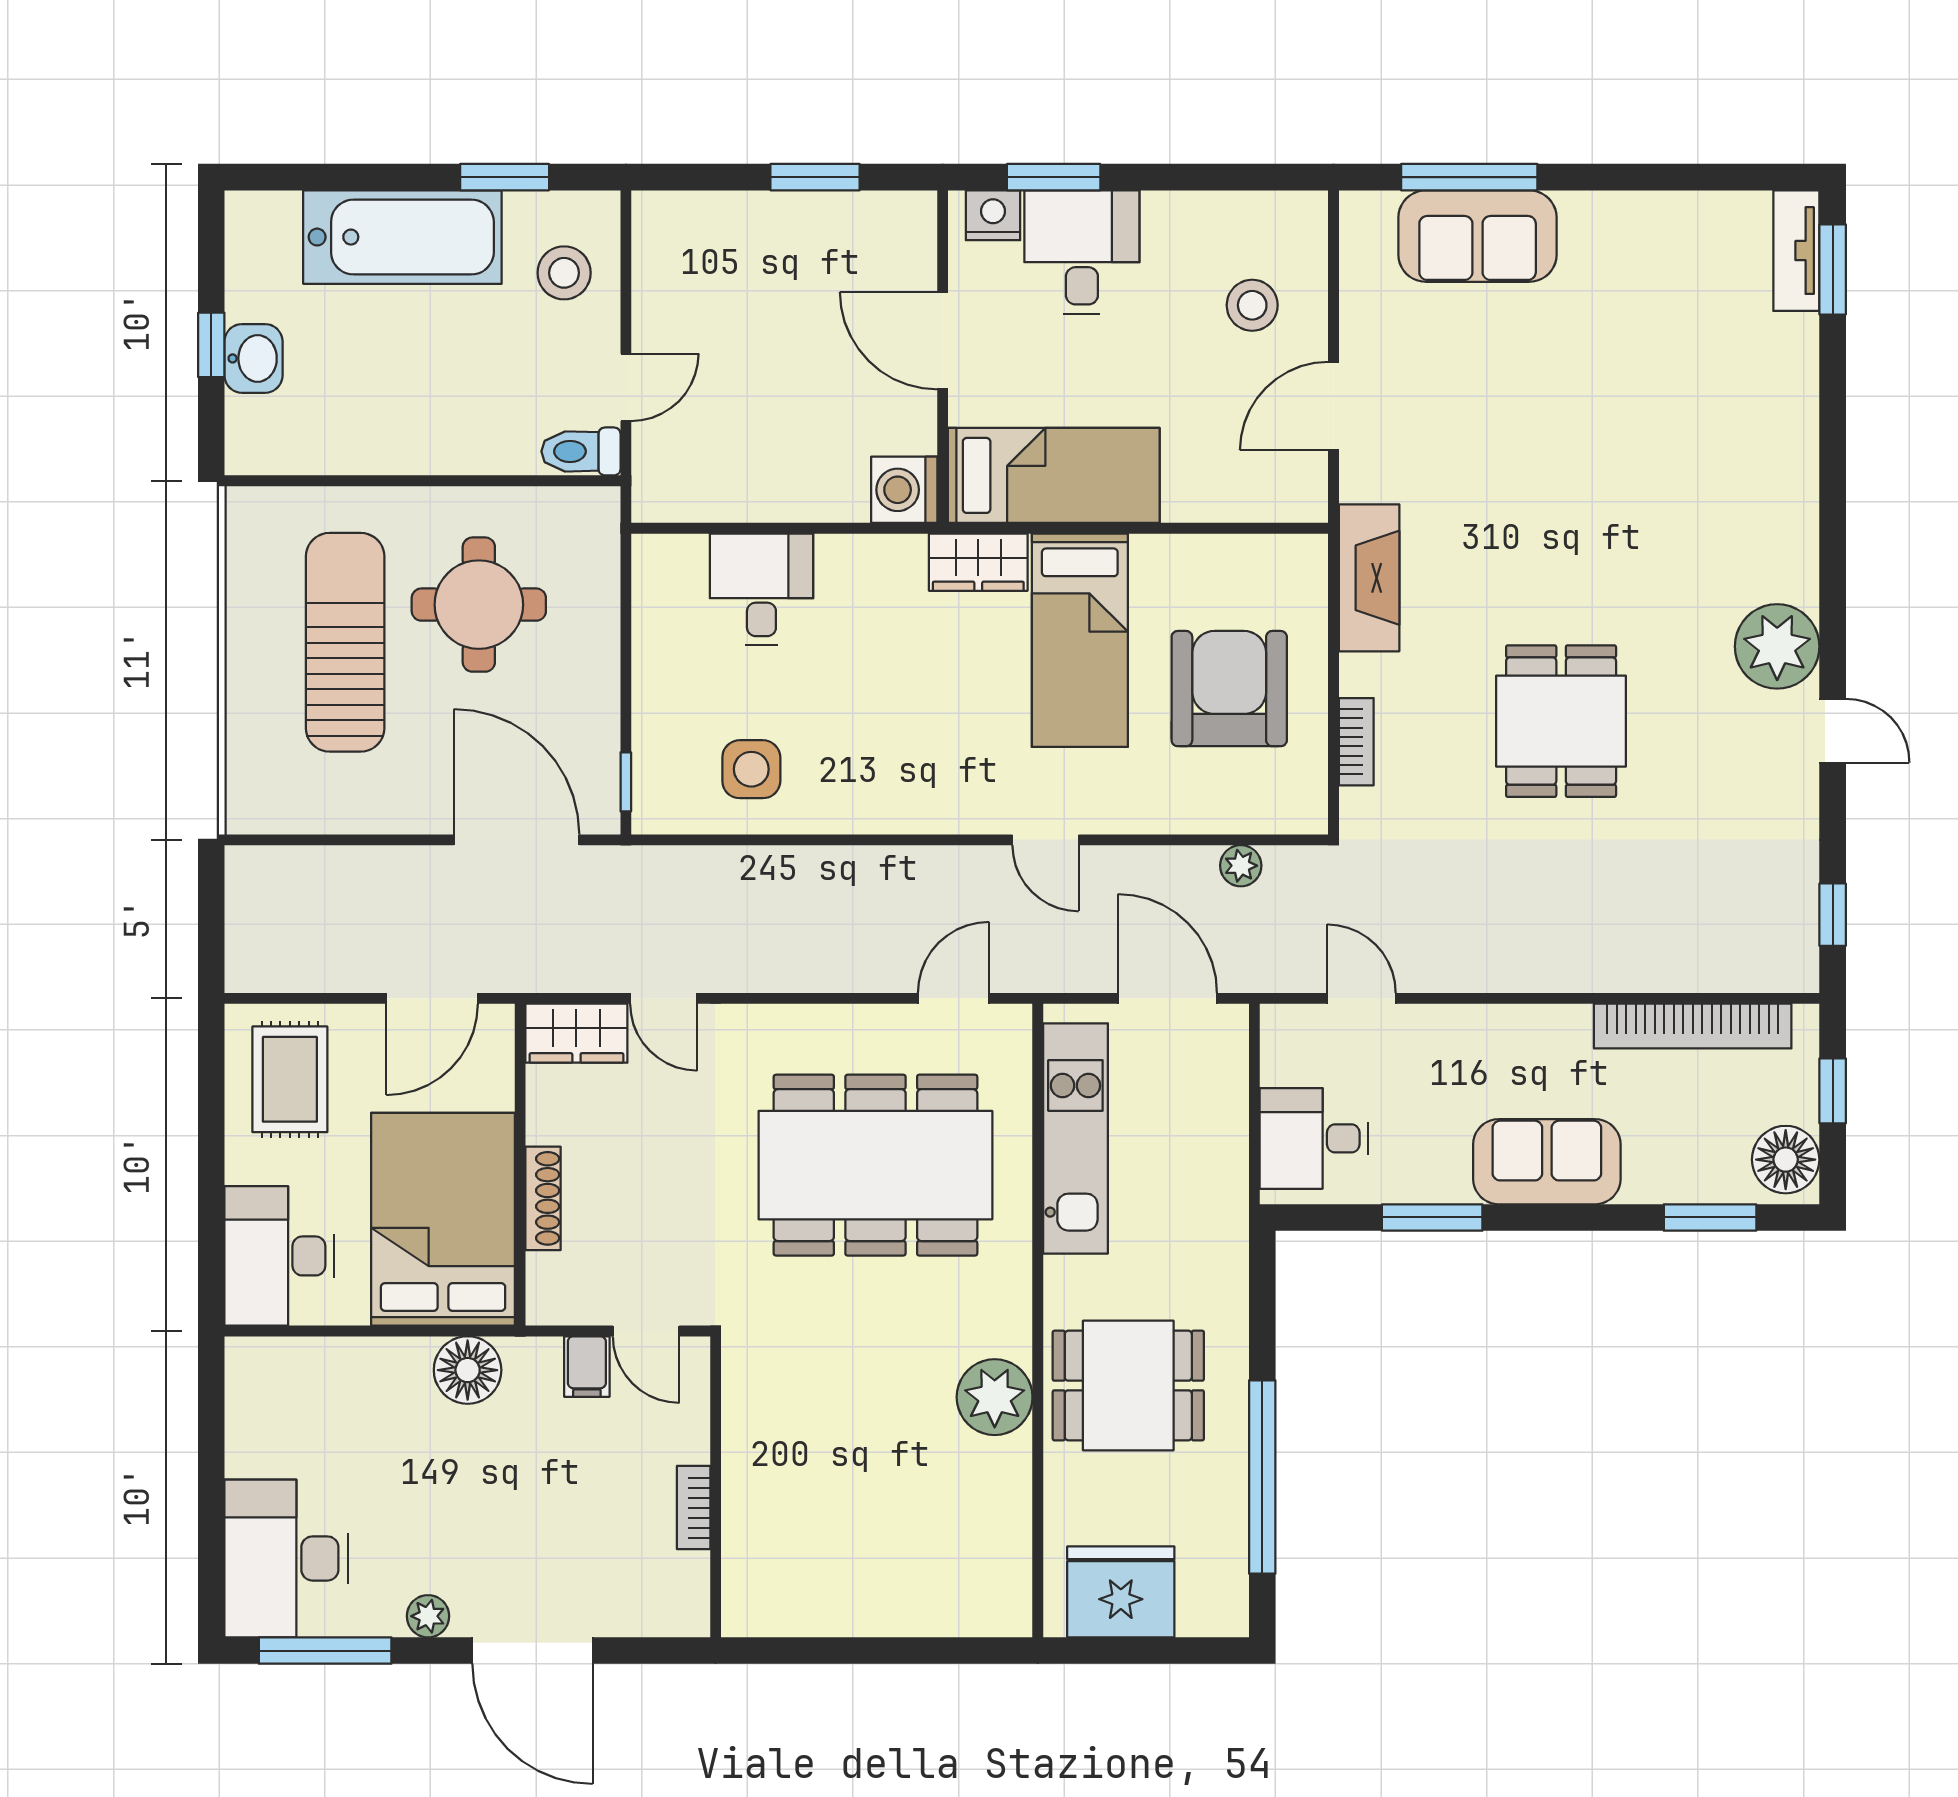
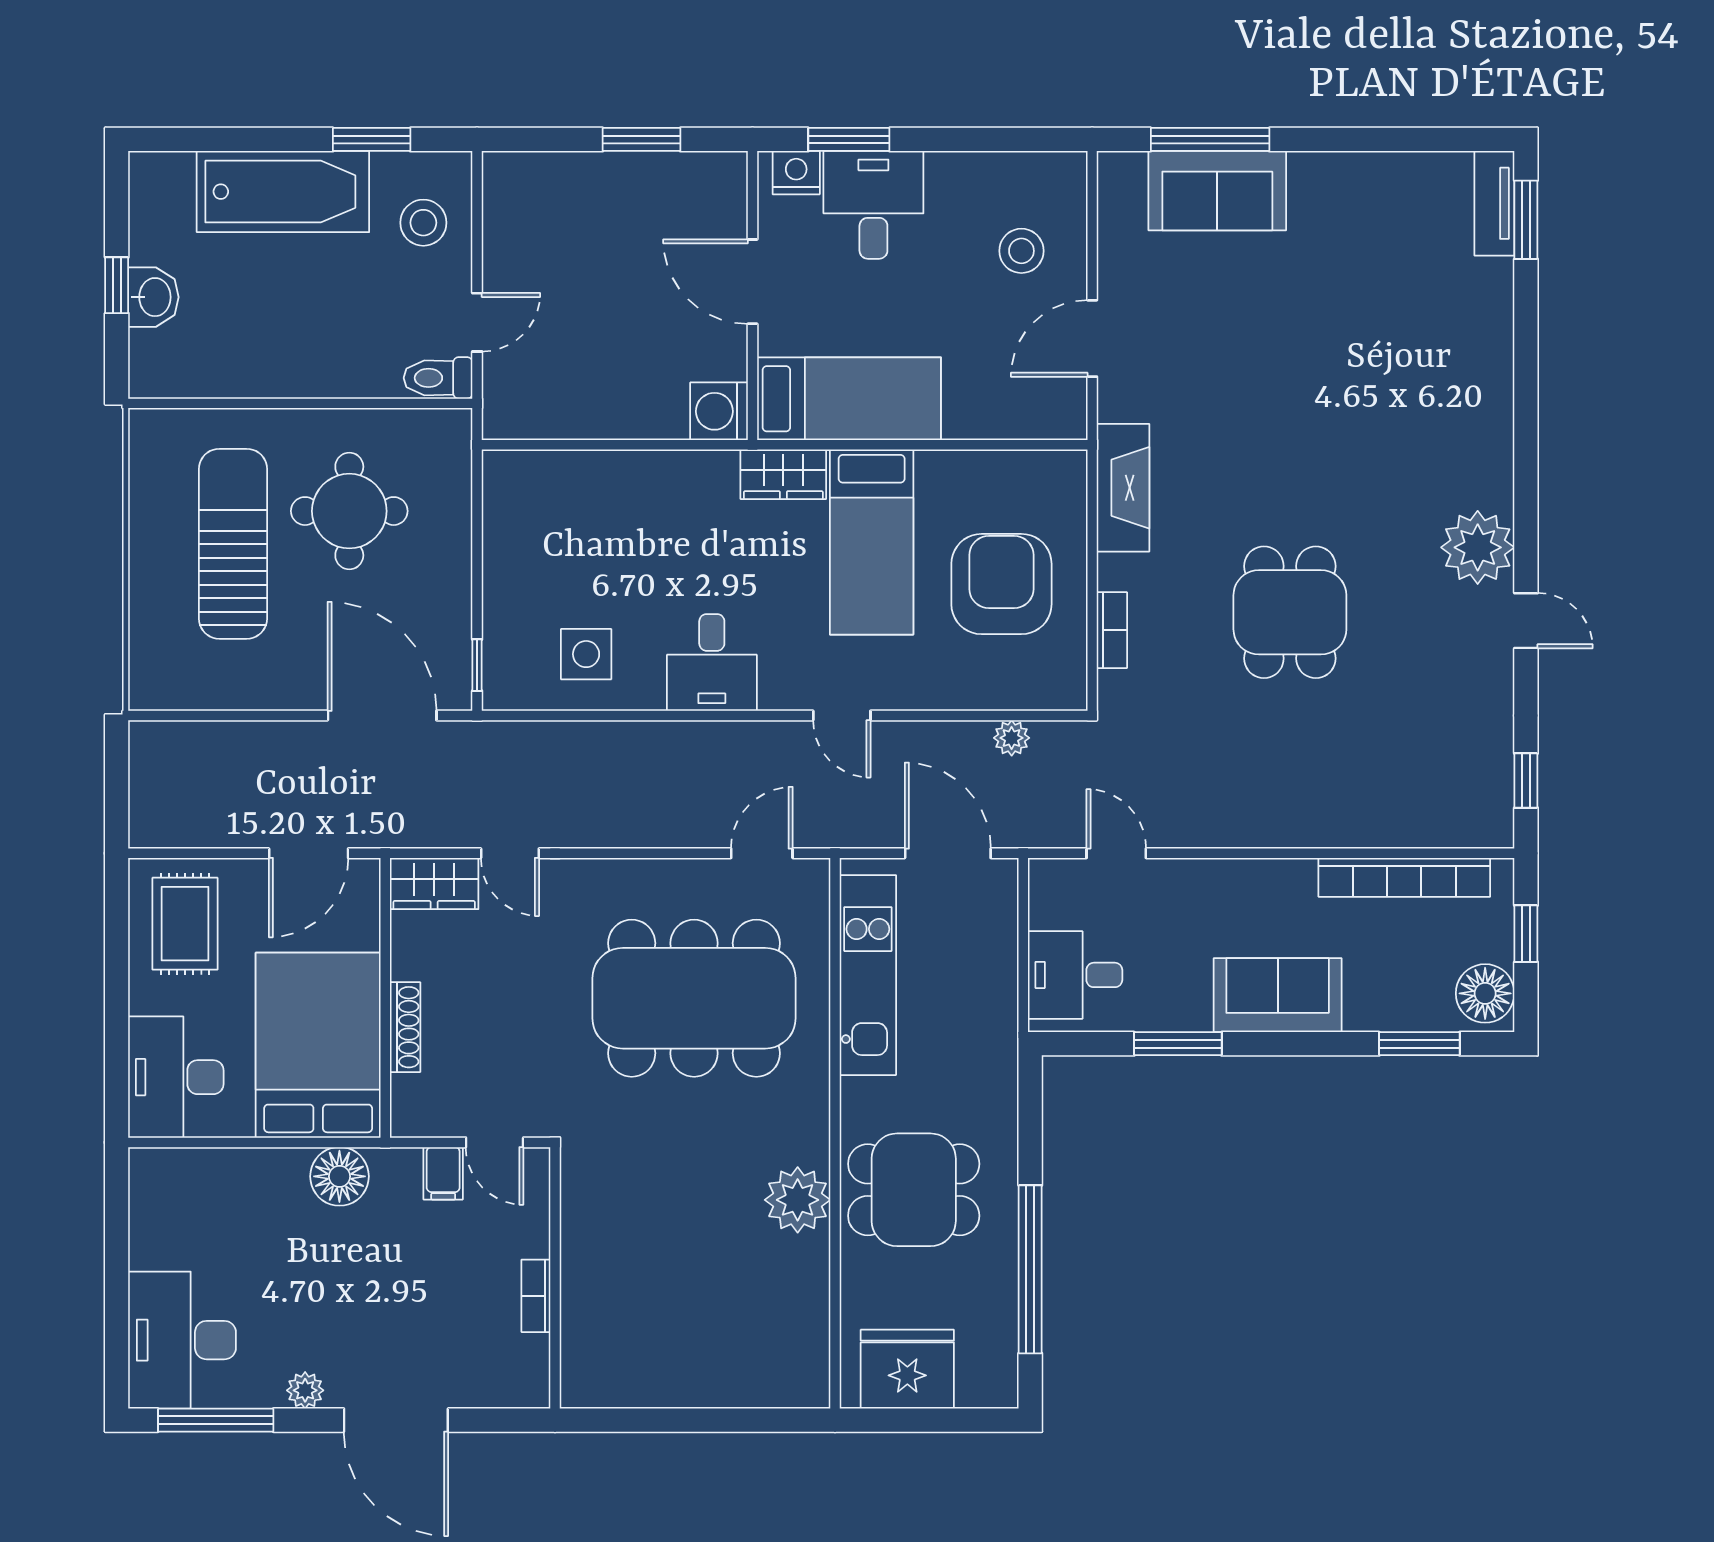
desk: (761, 589) -> (712, 662), moved, turned 180

